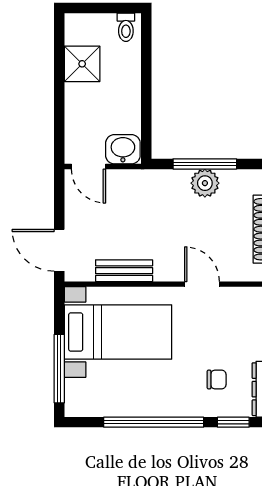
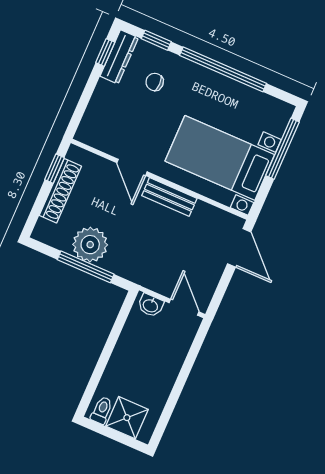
shower: (82, 64) -> (127, 418), moved
washbasin: (123, 149) -> (151, 305), width x0.72, depth x0.69
plant: (205, 183) -> (90, 245), width x1.36, depth x1.36
bench: (124, 271) -> (169, 197), moved

